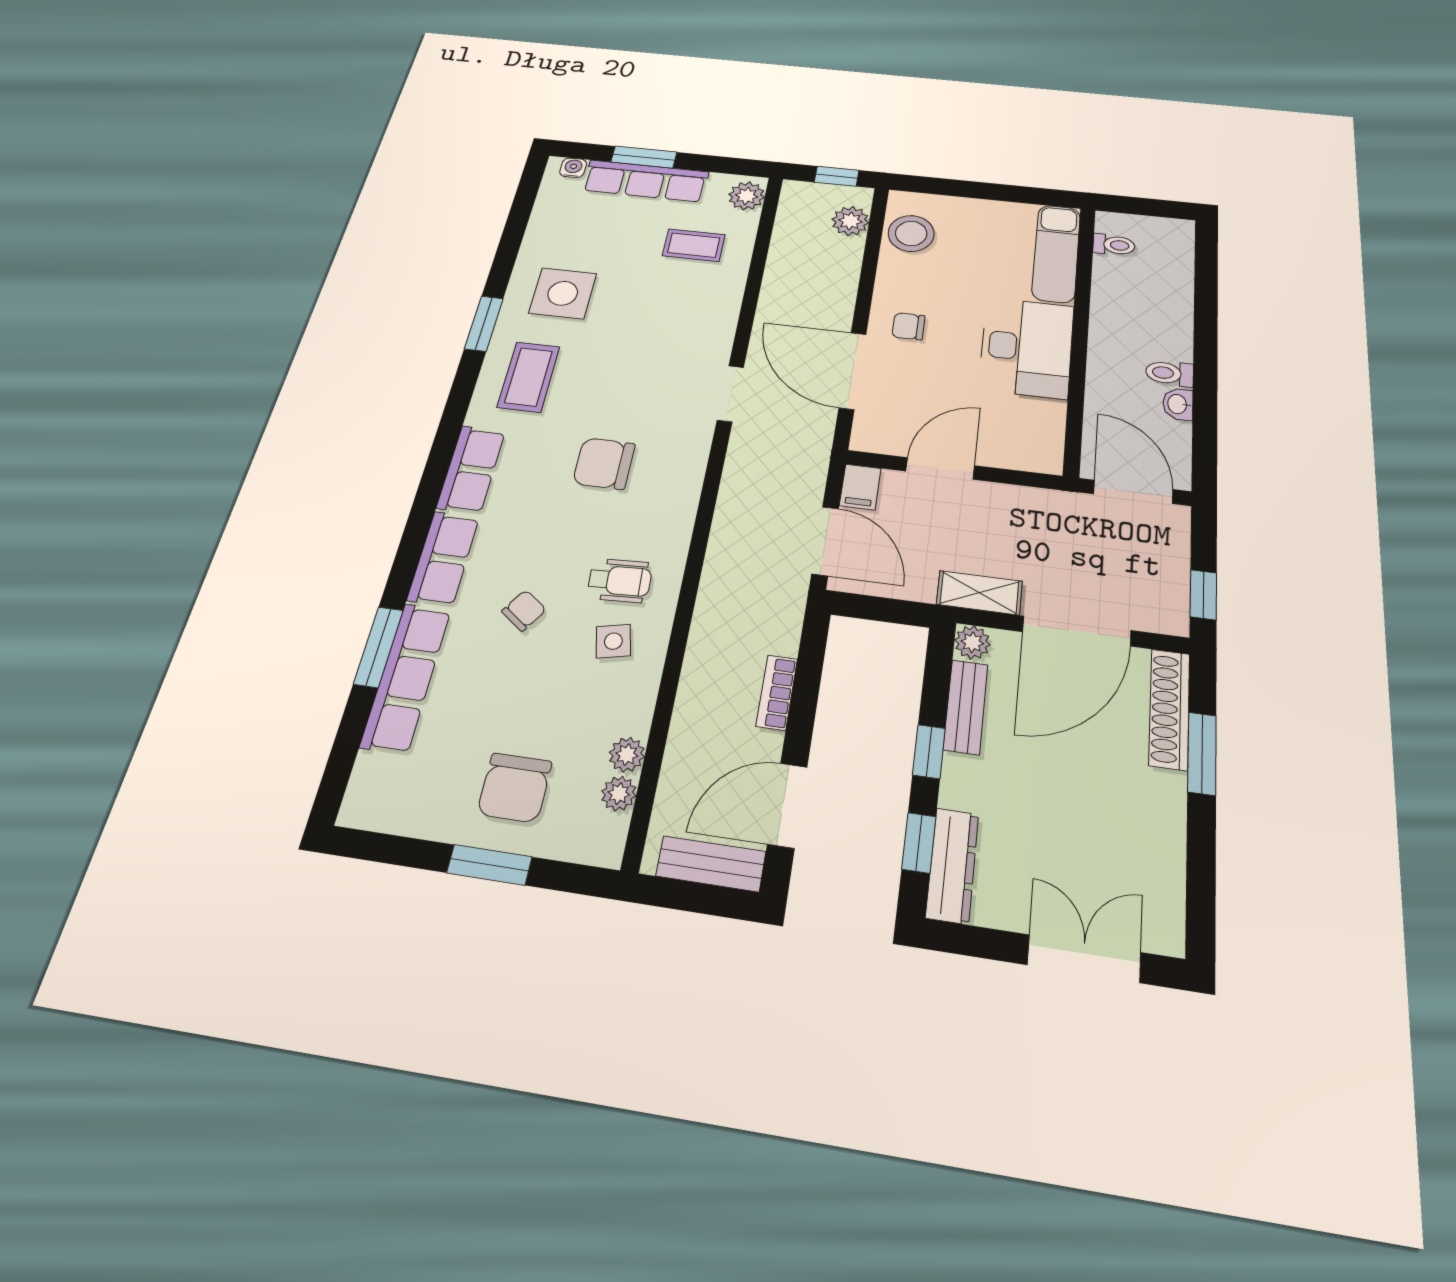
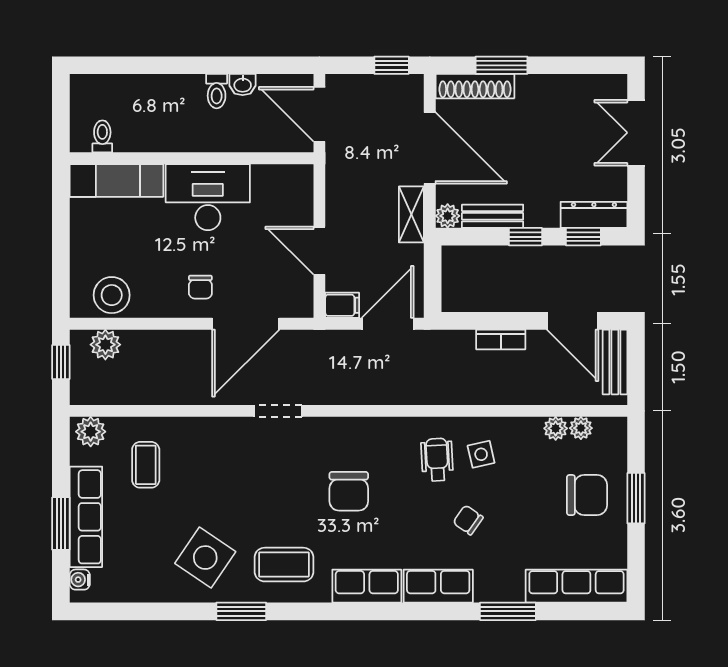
side table: (563, 293) -> (205, 558), turned 34
door: (1133, 492) -> (319, 114), hinge flipped
row of seats: (406, 677) -> (576, 586), moved

